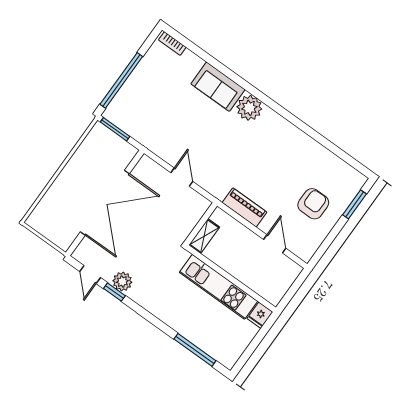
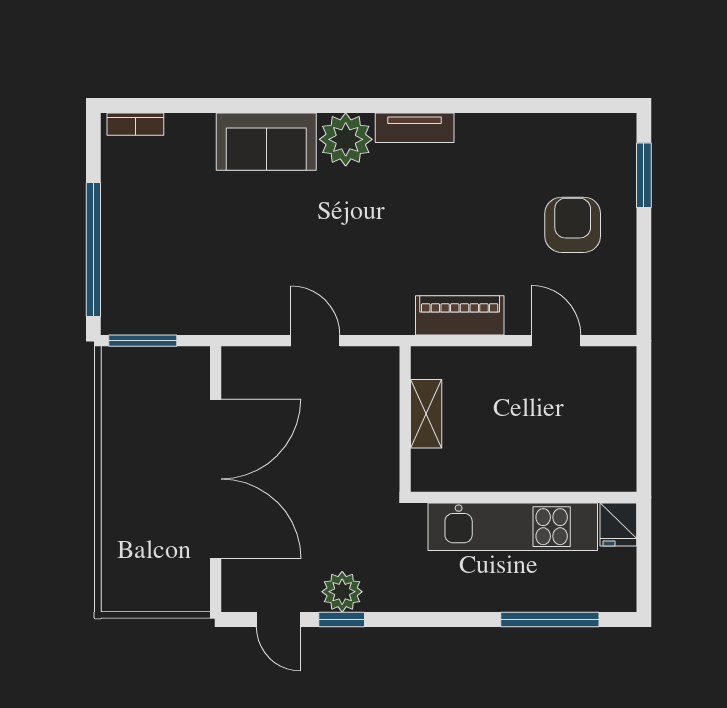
tv unit: (279, 122) -> (415, 128), added
wall: (231, 279) -> (524, 497), moved
kitchen unit: (218, 287) -> (513, 527), moved
fridge: (260, 315) -> (618, 525), moved

